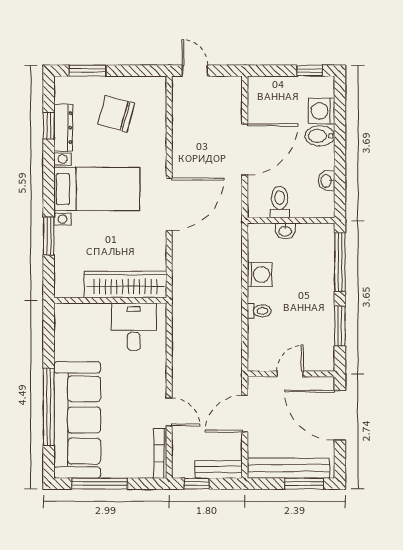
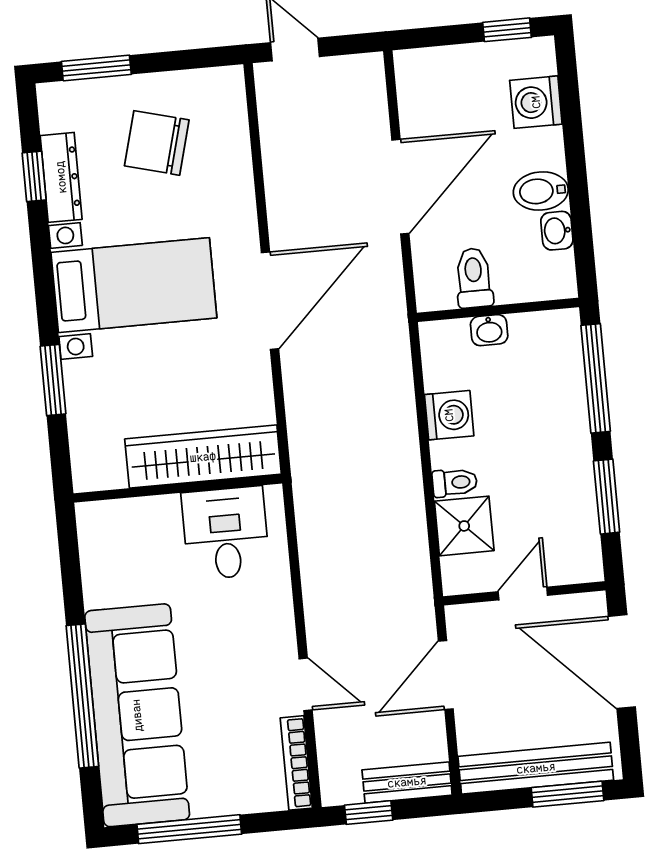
bidet: (320, 136) -> (541, 191), moved
shower: (262, 335) -> (464, 526), added

